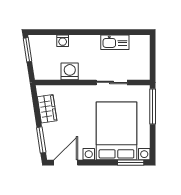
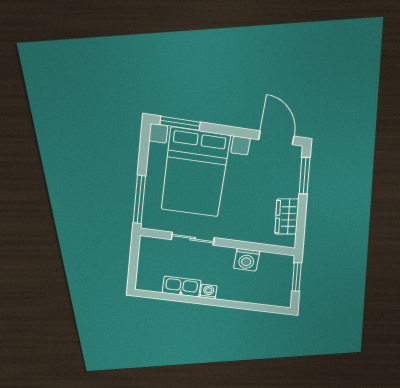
washing machine: (63, 41) -> (208, 292), moved
window: (27, 50) -> (297, 277), moved
door: (66, 163) -> (276, 138), swing flipped

